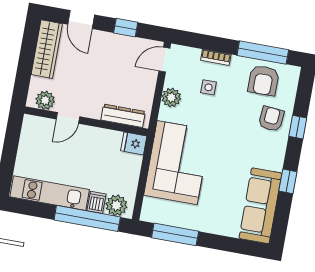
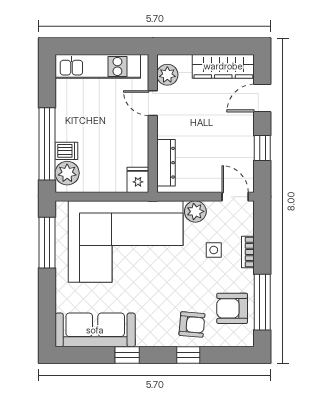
corner sofa: (177, 163) -> (126, 241), width x1.36, depth x1.36
kitchen unit: (50, 193) -> (98, 66), moved, turned 90

